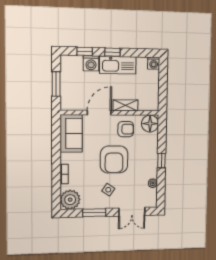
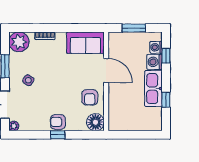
window: (112, 52) -> (166, 100), moved
washing machine: (154, 63) -> (156, 47), moved
shelving: (125, 105) -> (114, 97), removed
armchair: (114, 159) -> (58, 122), moved, width x0.53, depth x0.53
plant: (153, 183) -> (14, 126), moved

